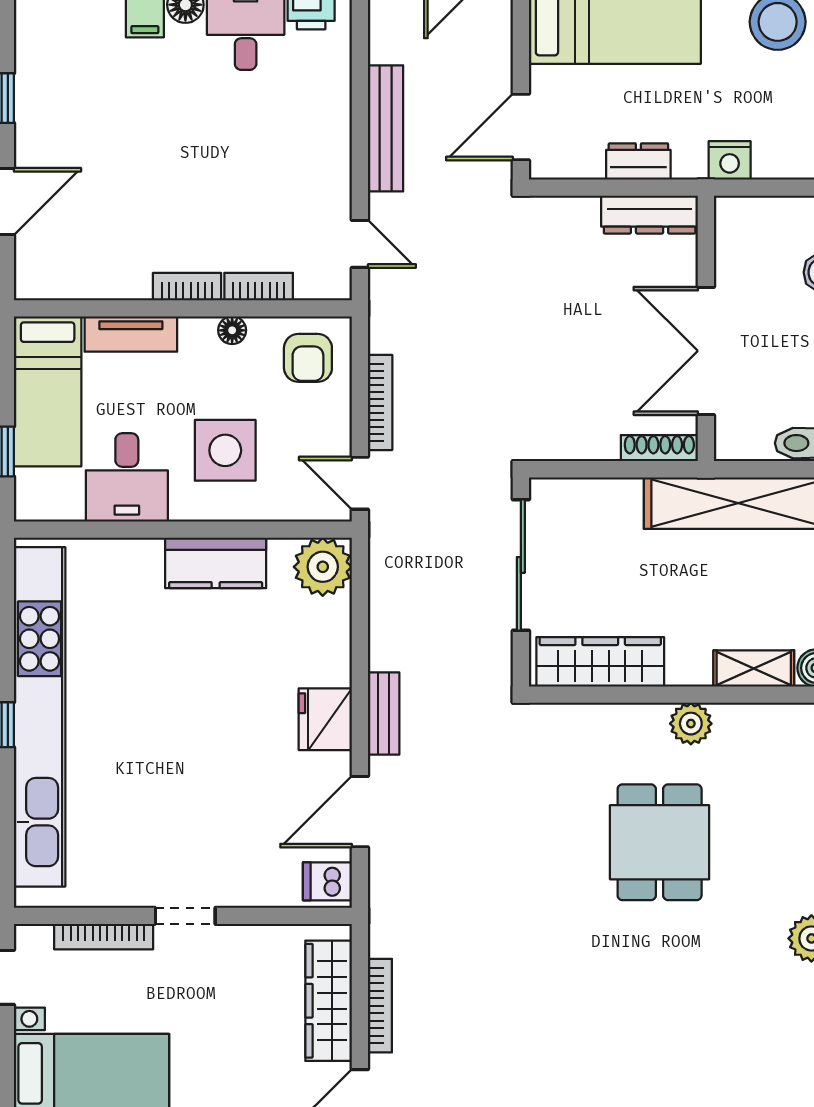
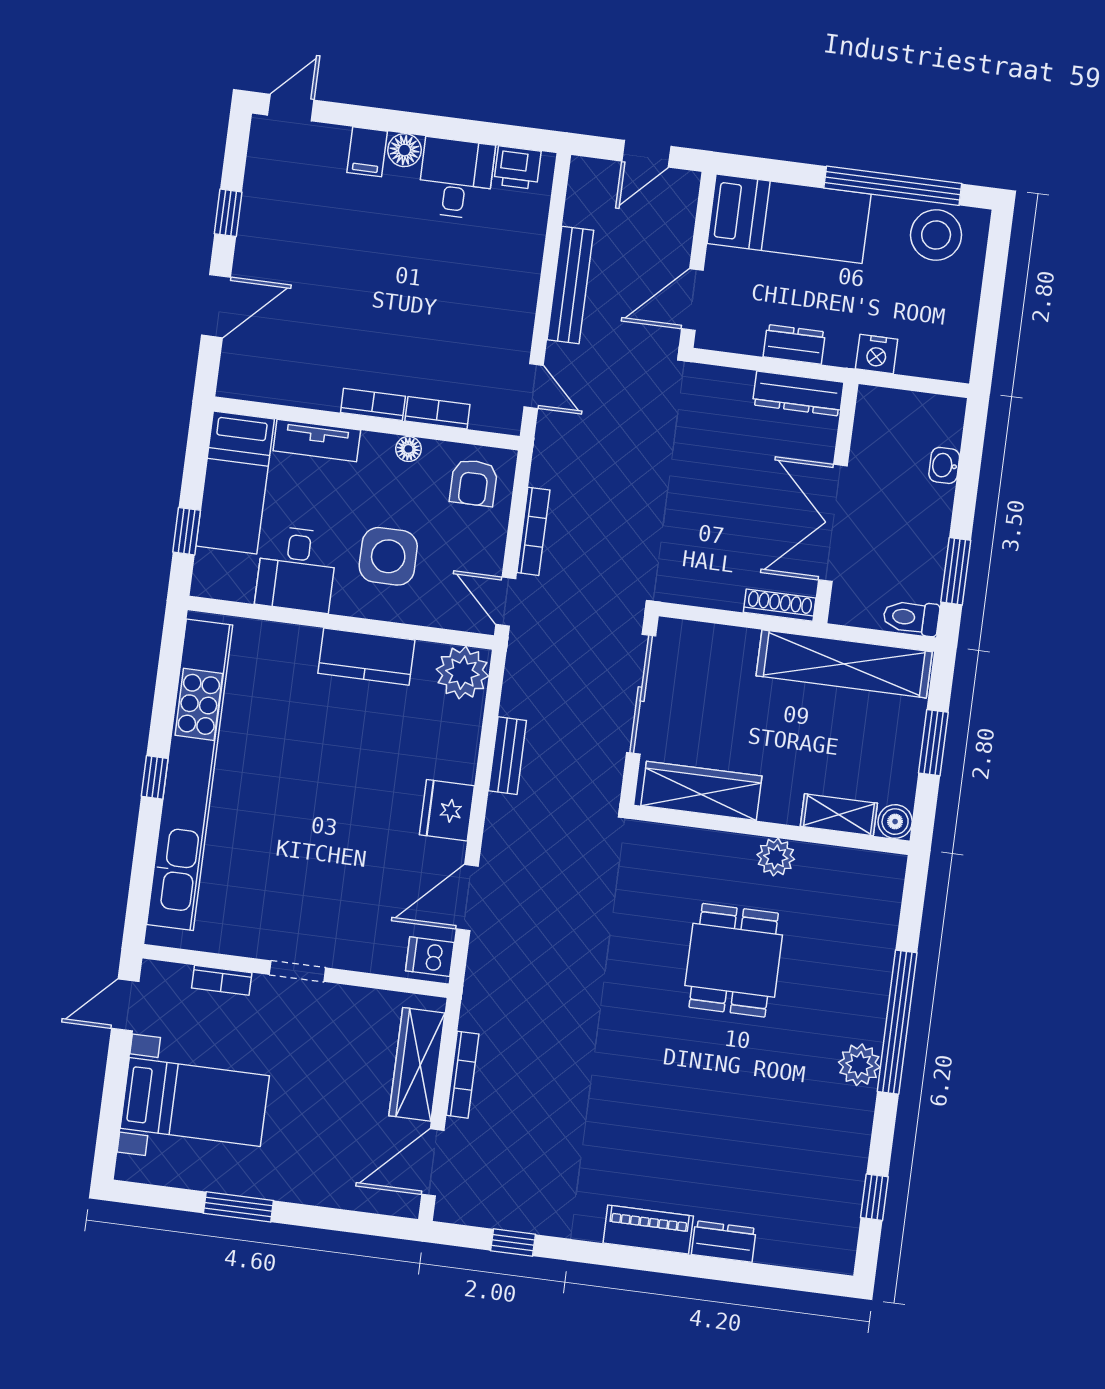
bench: (384, 713) -> (507, 756), moved
bookcase: (104, 937) -> (222, 980), width x0.64

